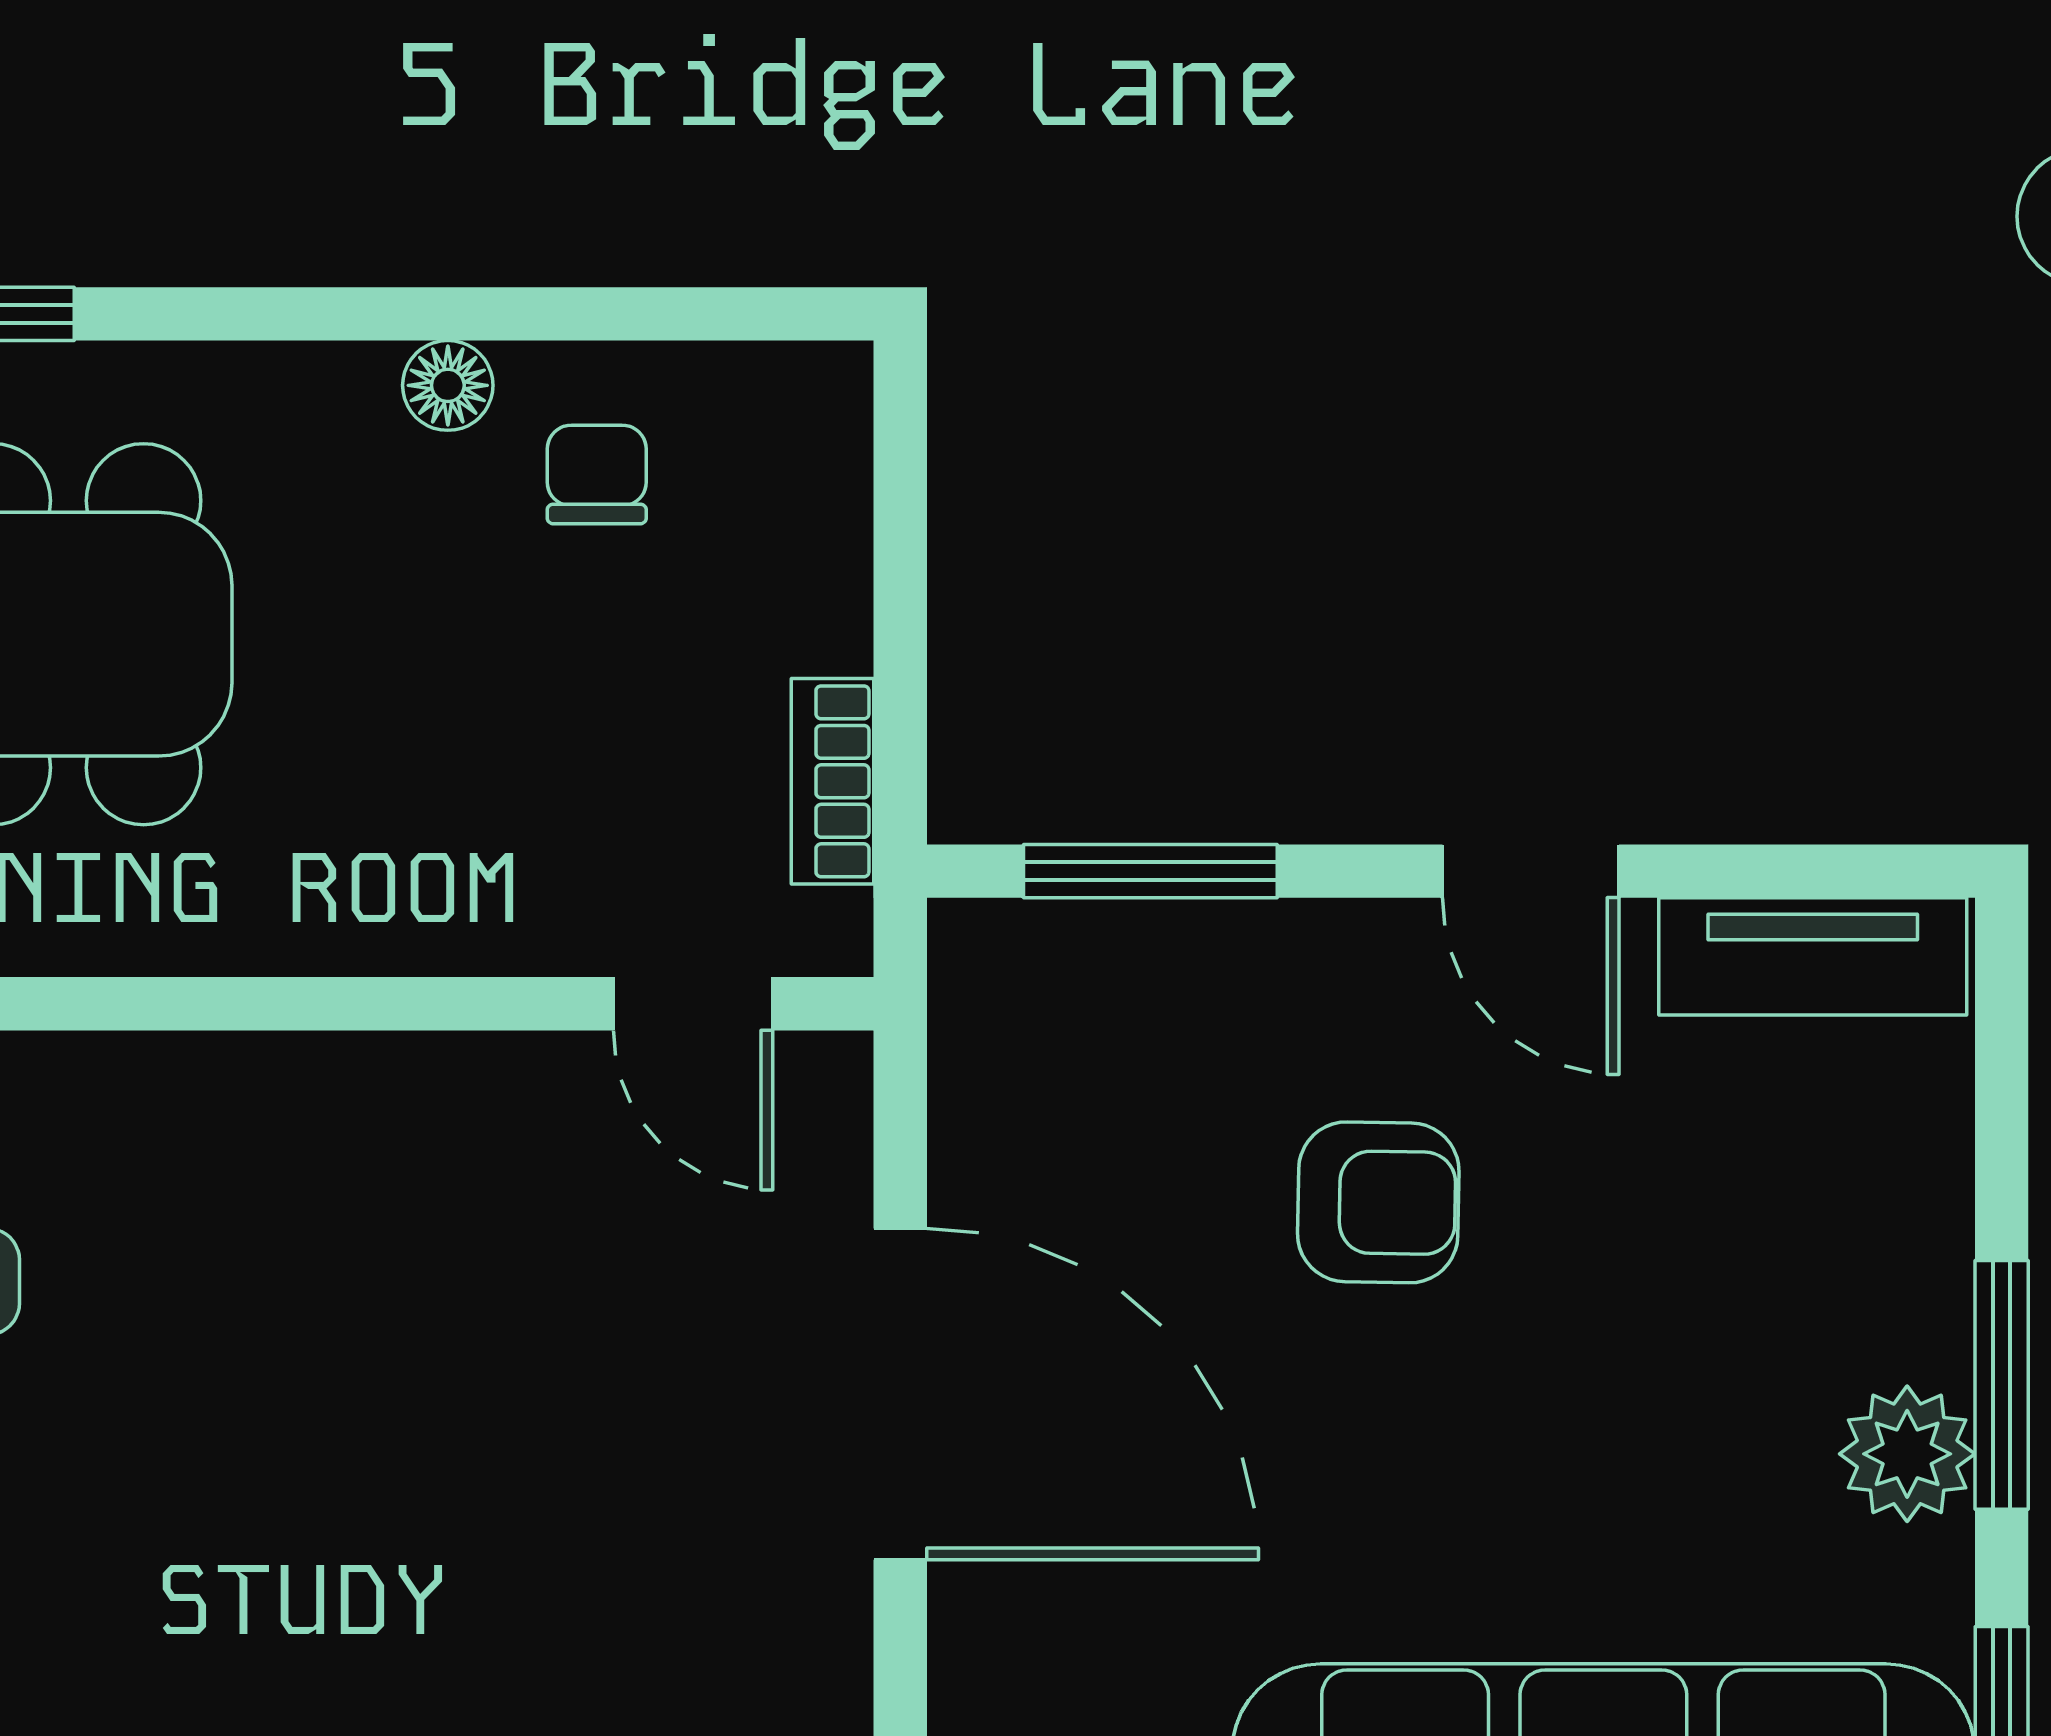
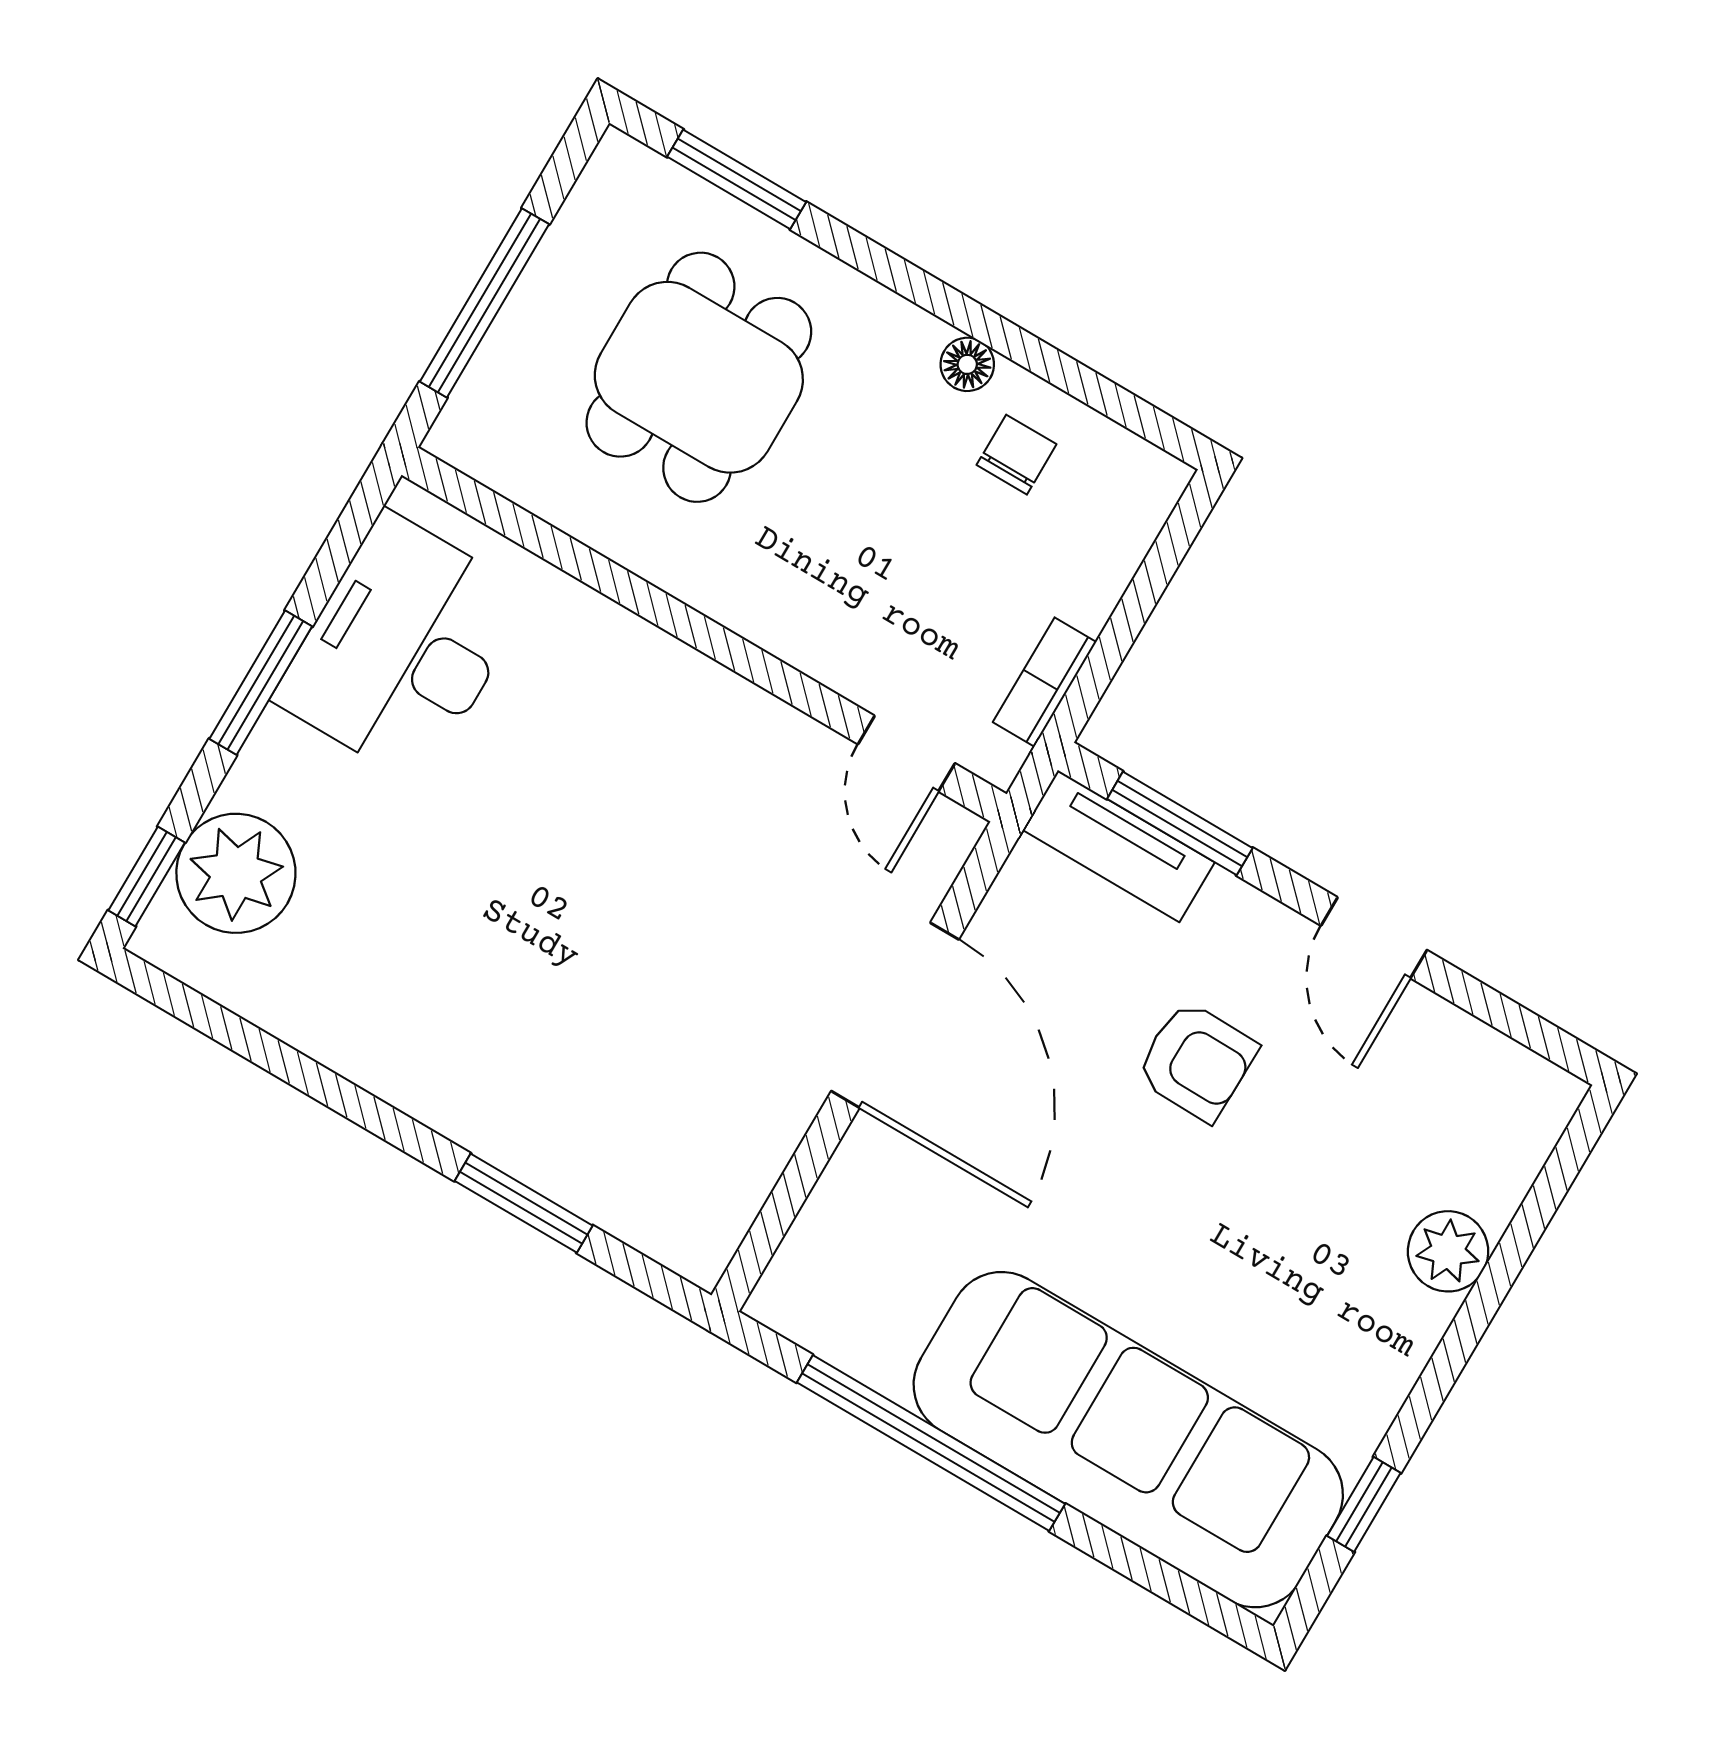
tv unit: (1813, 956) -> (1119, 846), moved
window: (2002, 1385) -> (1460, 1342), removed
plant: (1907, 1454) -> (1448, 1251), moved

